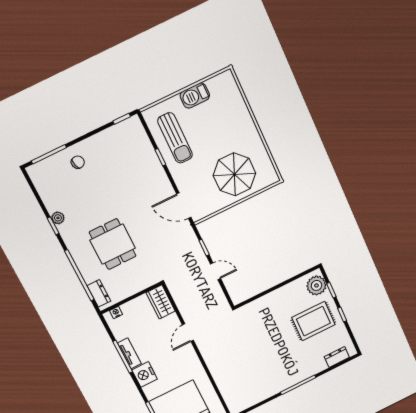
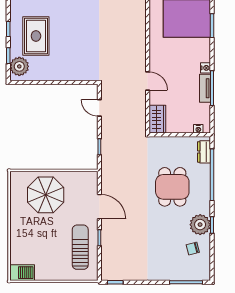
barbecue: (195, 96) -> (22, 273), moved
chair: (78, 162) -> (193, 249), moved
door: (184, 206) -> (99, 207), moved
plant: (58, 218) -> (200, 225), width x1.88, depth x1.88
door: (215, 271) -> (99, 108), moved
rug: (313, 321) -> (36, 36), turned 90
door: (188, 333) -> (148, 81), hinge flipped
nightstand: (145, 374) -> (205, 68), width x0.53, depth x0.56

